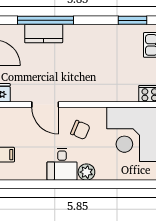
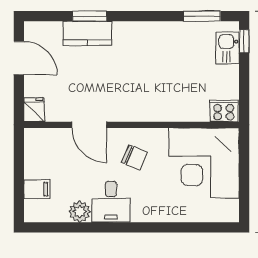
window: (45, 20) -> (90, 16), width x0.47
plant: (86, 172) -> (80, 212), moved

